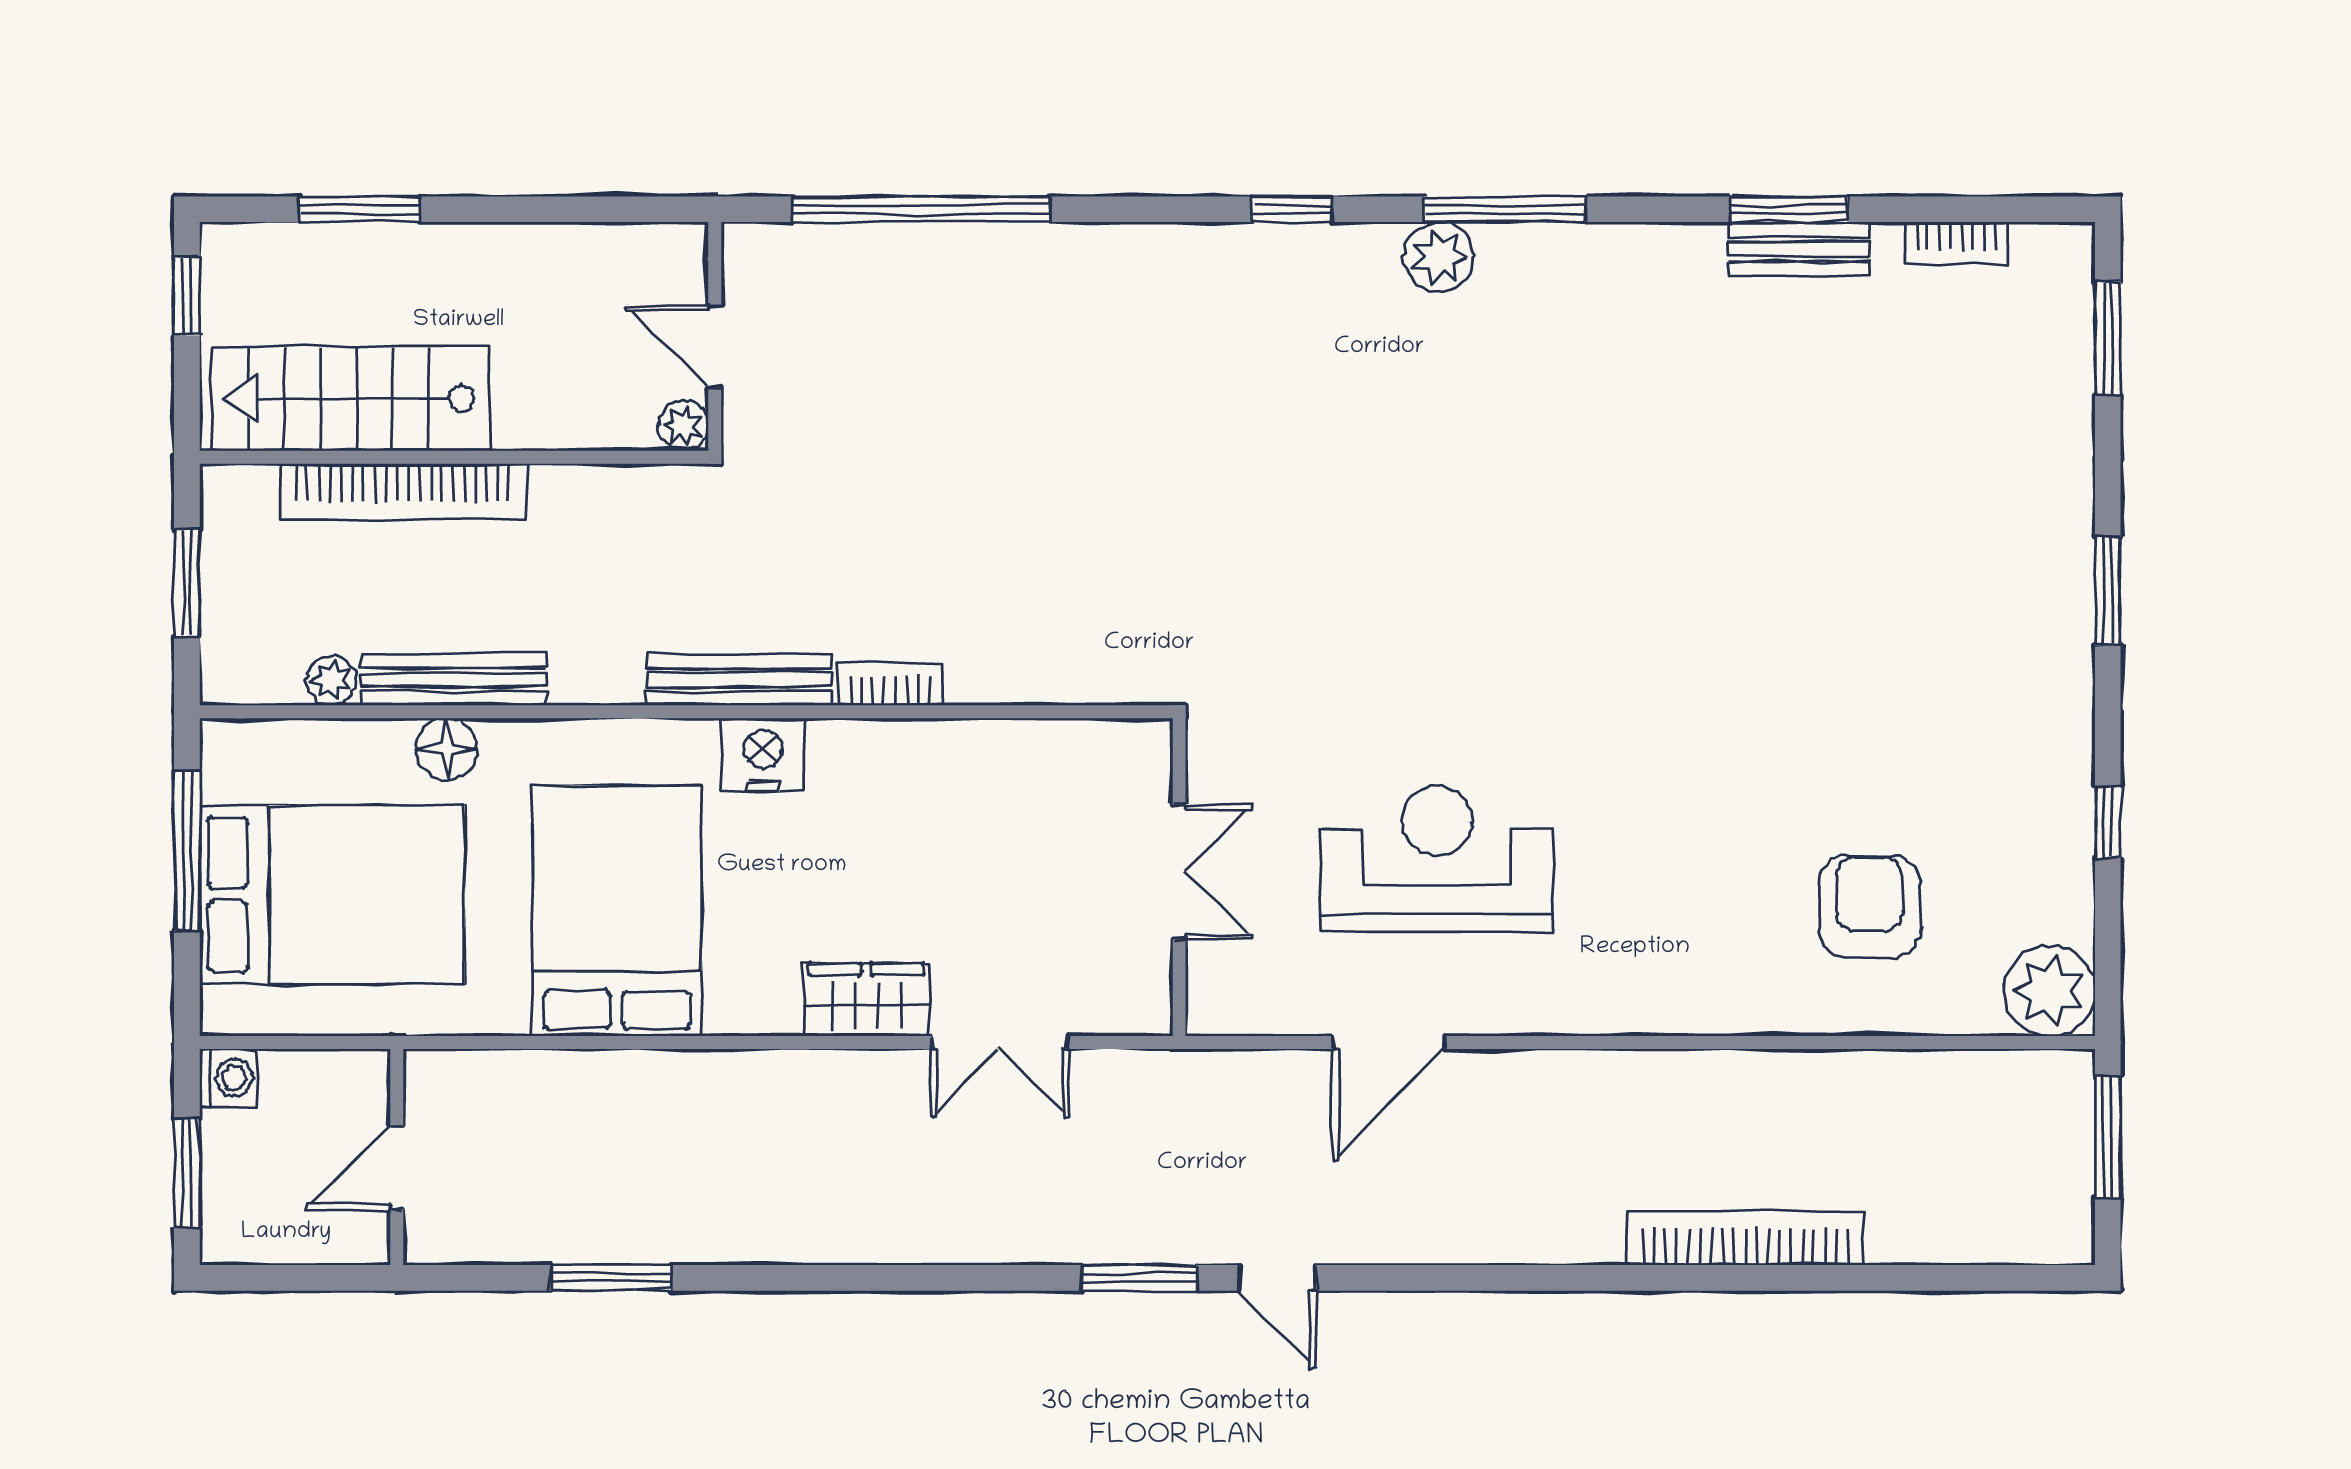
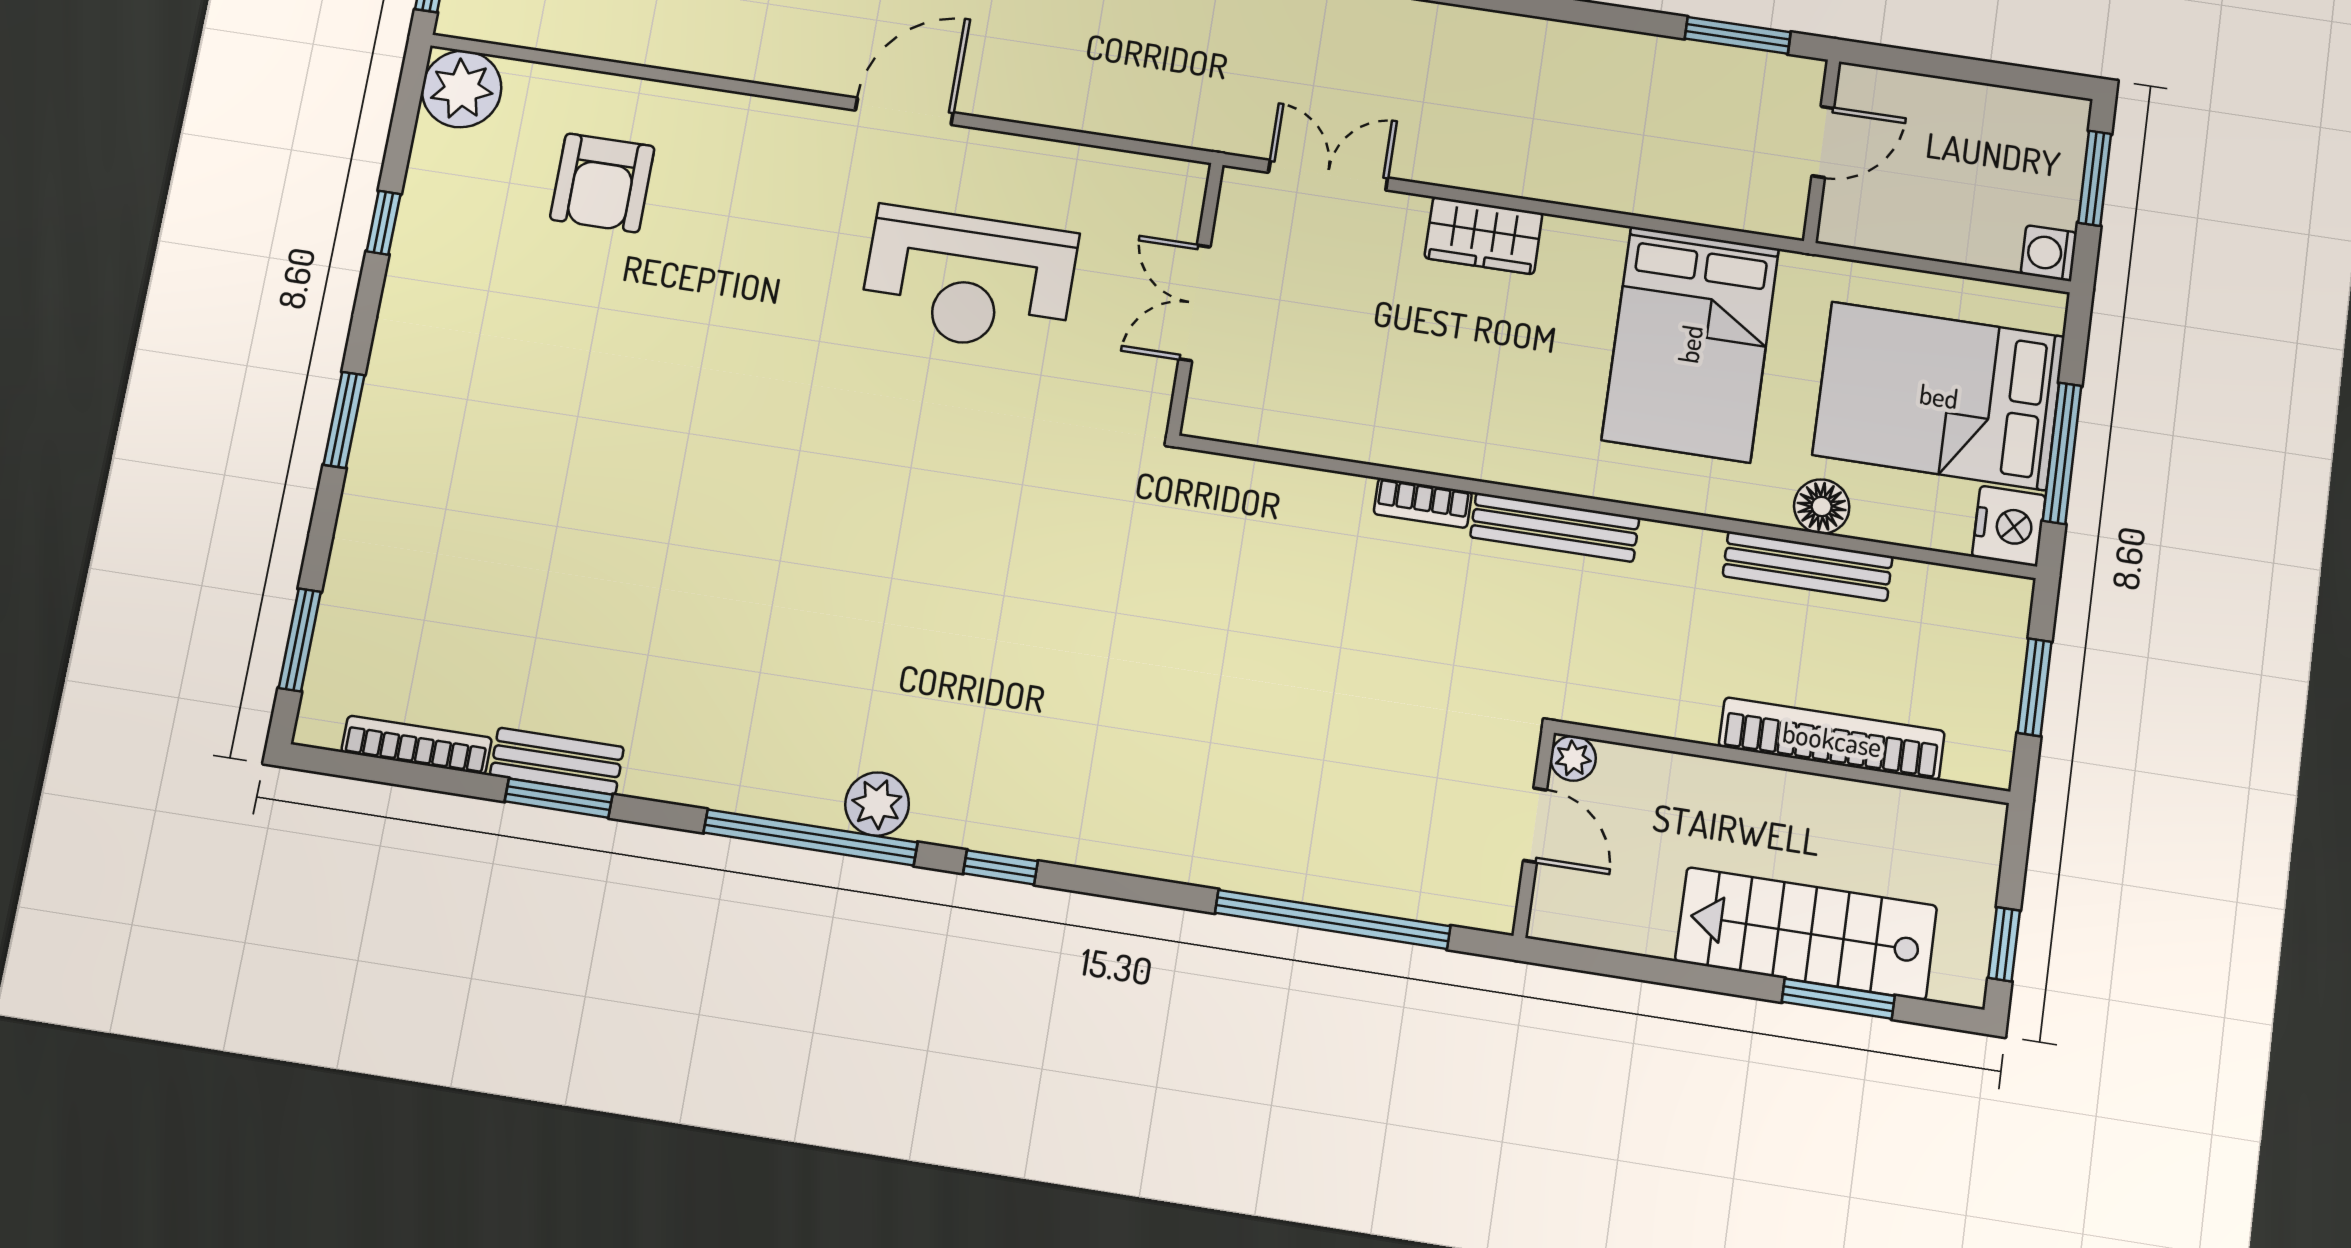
window: (1505, 209) -> (810, 838), width x1.46
bookcase: (1956, 243) -> (417, 745), width x1.56
stairs: (351, 399) -> (1806, 934), moved, turned 180
plant: (331, 681) -> (1916, 582), removed
nightstand: (763, 755) -> (2009, 526), moved, turned -90
double door: (1000, 1042) -> (1328, 175), moved
door: (1389, 1042) -> (904, 111), moved
wall: (397, 1157) -> (1822, 151), moved
door: (397, 1168) -> (1823, 142), moved

